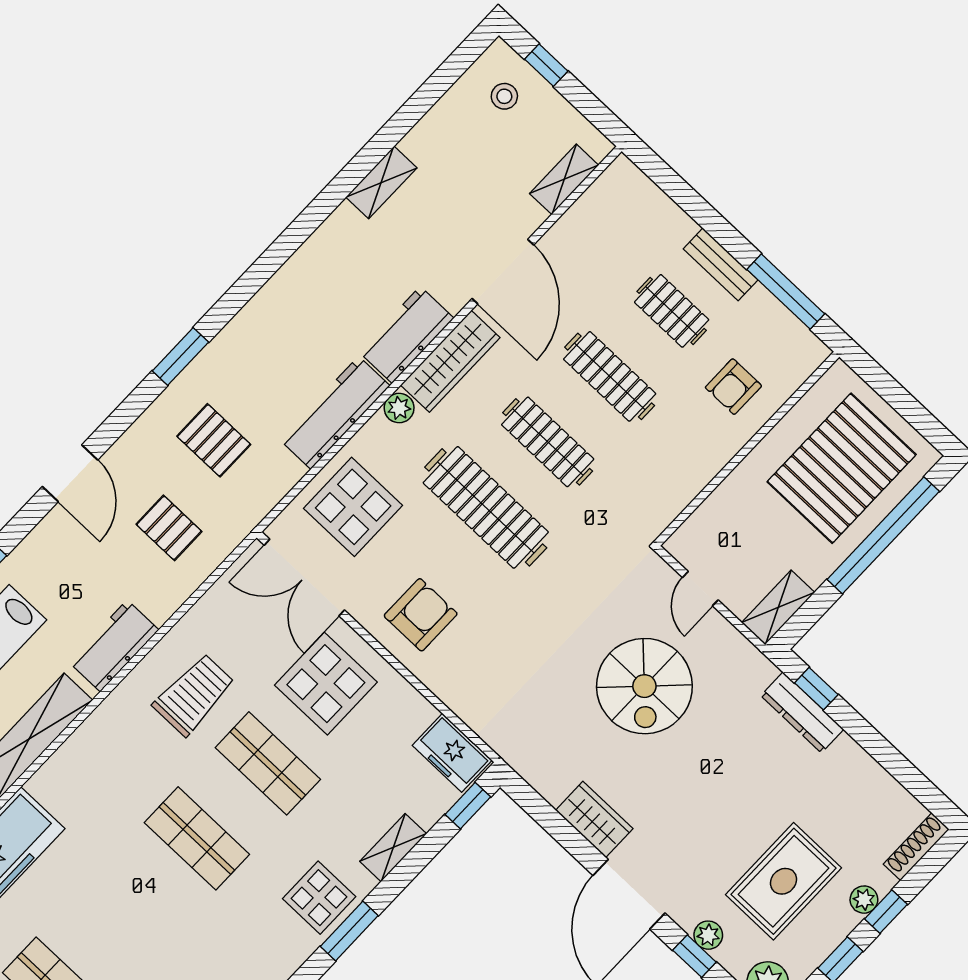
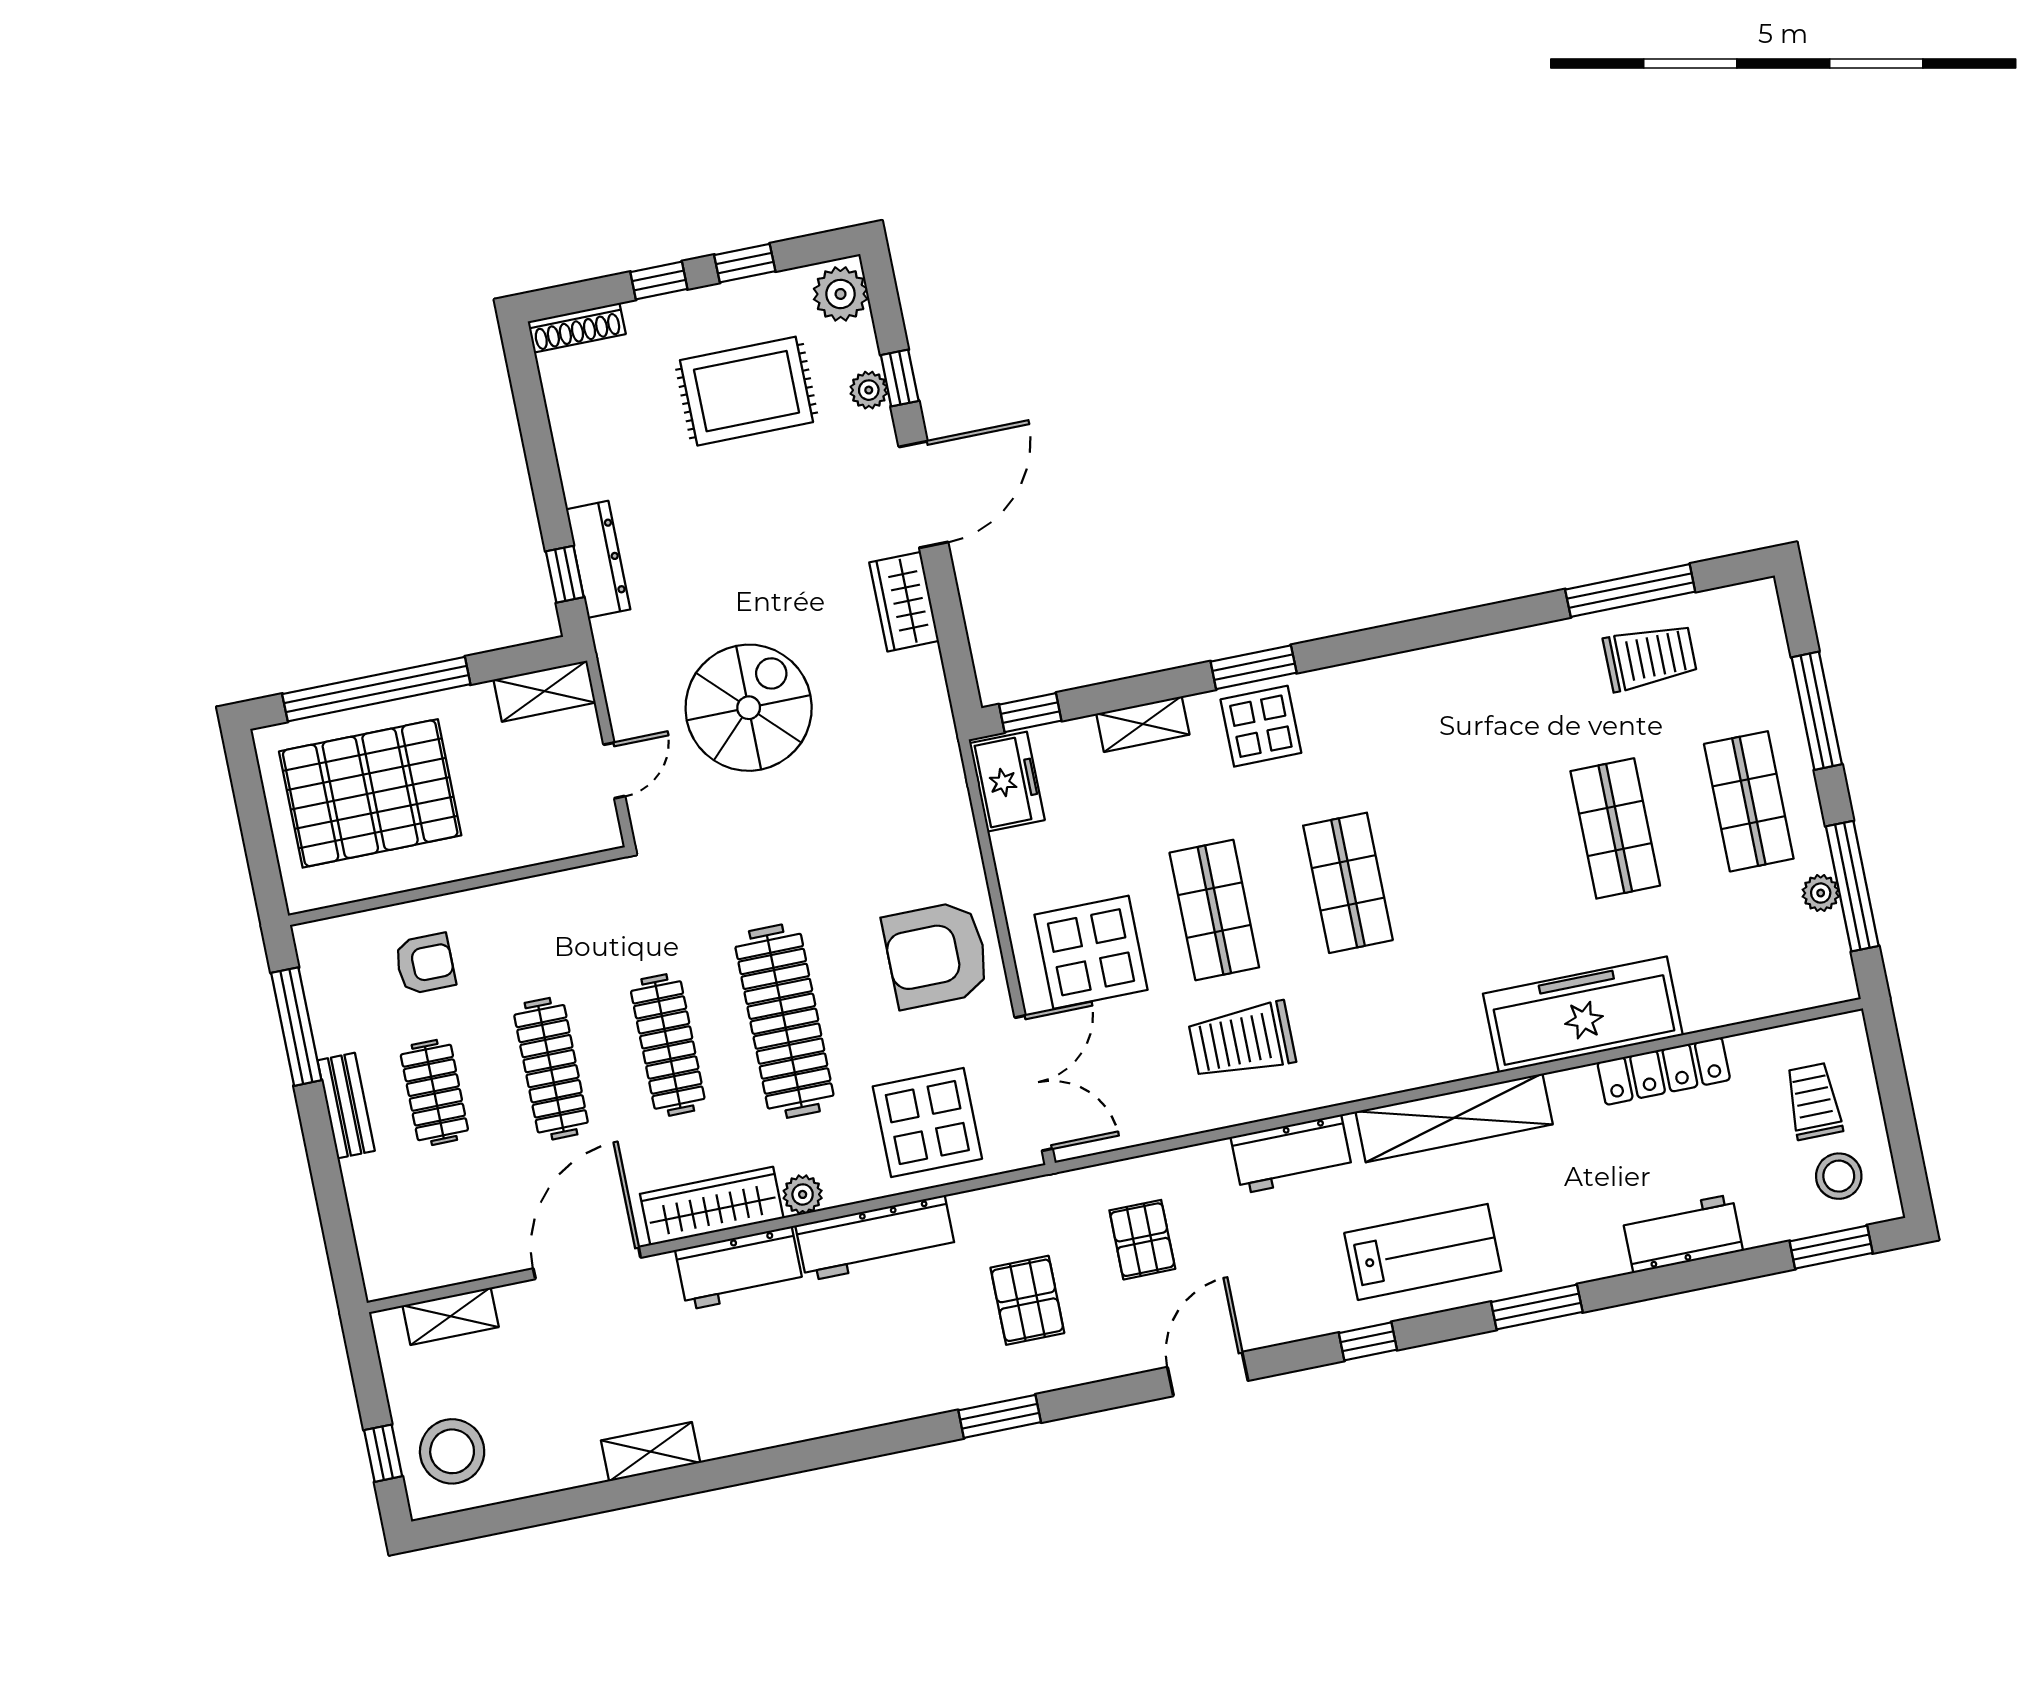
stool: (504, 96) -> (452, 1451), width x1.89, depth x1.89
armchair: (421, 615) -> (936, 955), width x1.36, depth x1.36
plant: (864, 900) -> (674, 310), removed

